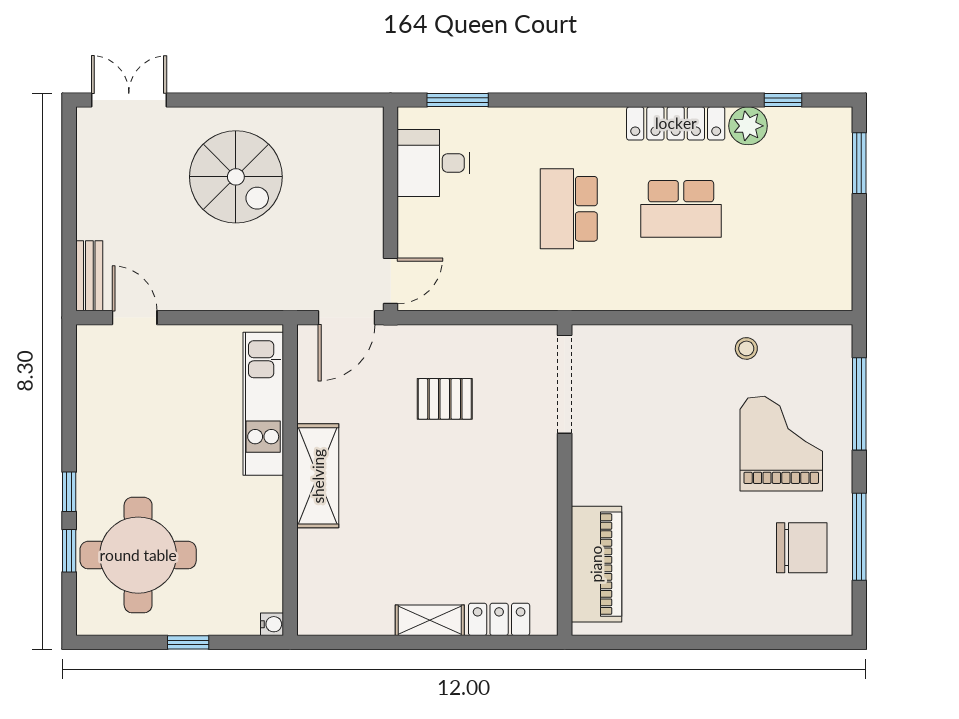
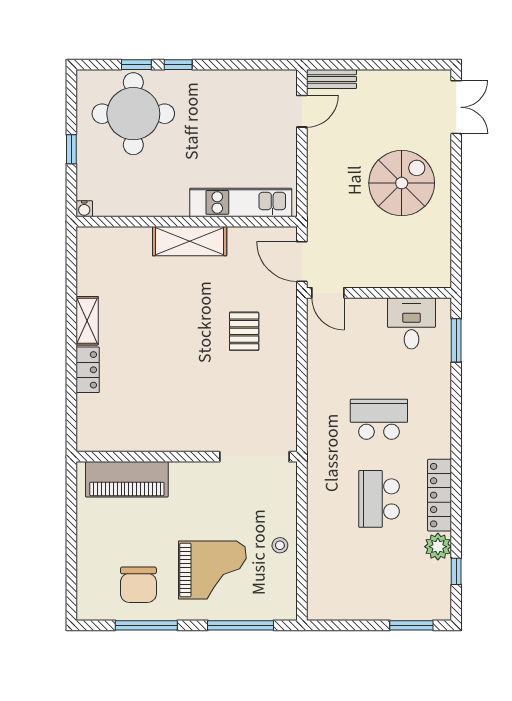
spiral stairs: (236, 177) -> (402, 183), turned 180
doorway: (565, 384) -> (254, 457), moved
wall: (565, 480) -> (187, 457), moved
piano: (596, 564) -> (127, 479), moved

